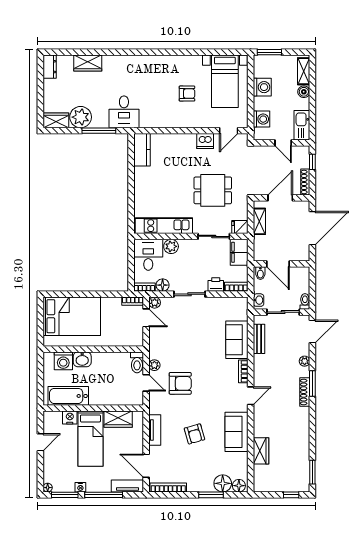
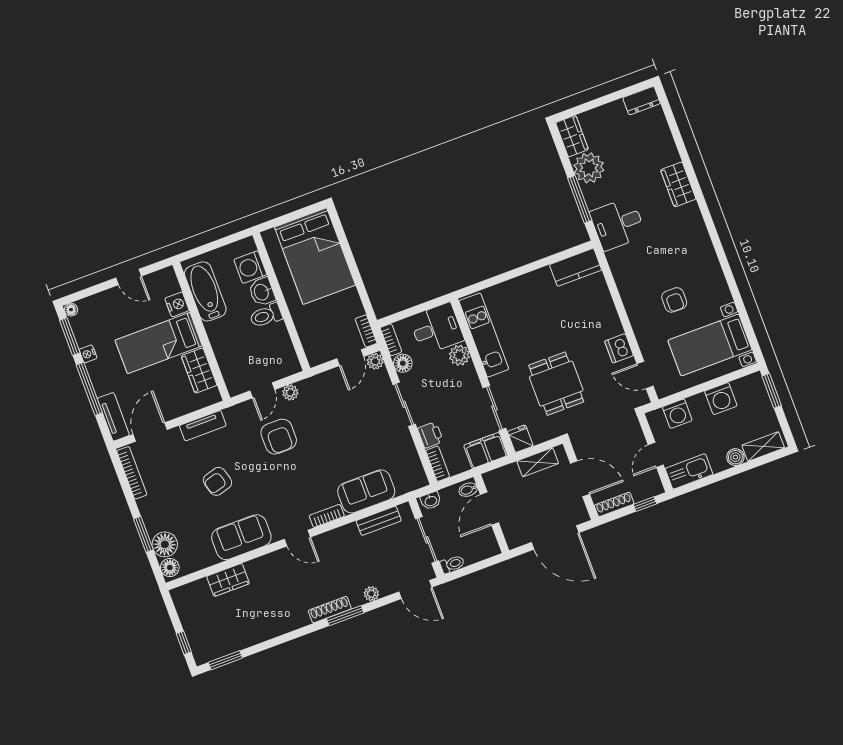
wardrobe: (88, 63) -> (678, 184), moved
toilet: (137, 362) -> (266, 316), moved

